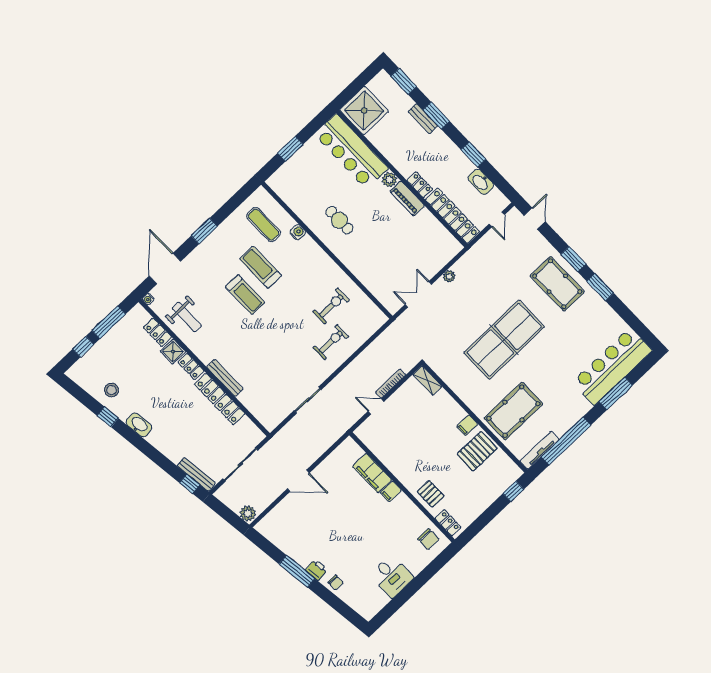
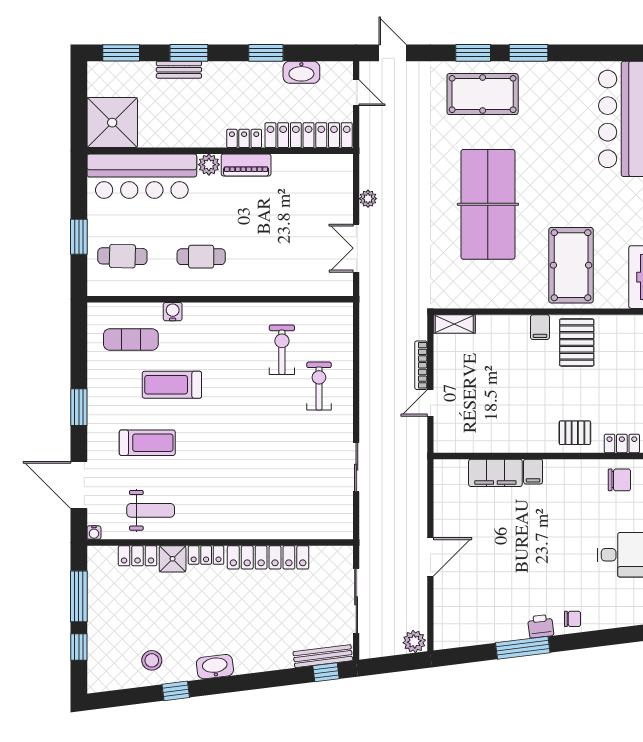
cafe table: (302, 180) -> (122, 256), added
treadmill: (245, 295) -> (147, 443), moved
bench: (225, 378) -> (251, 531), removed

